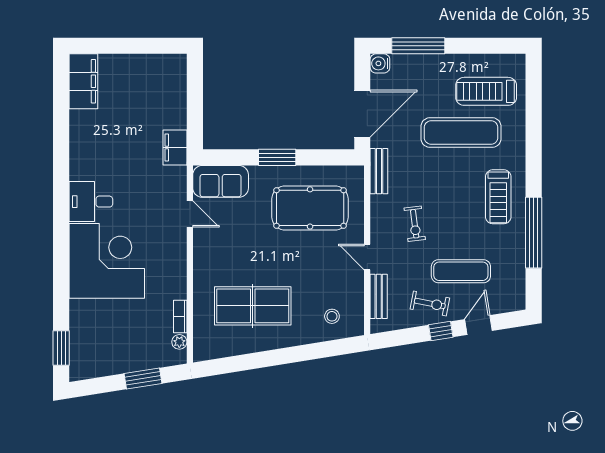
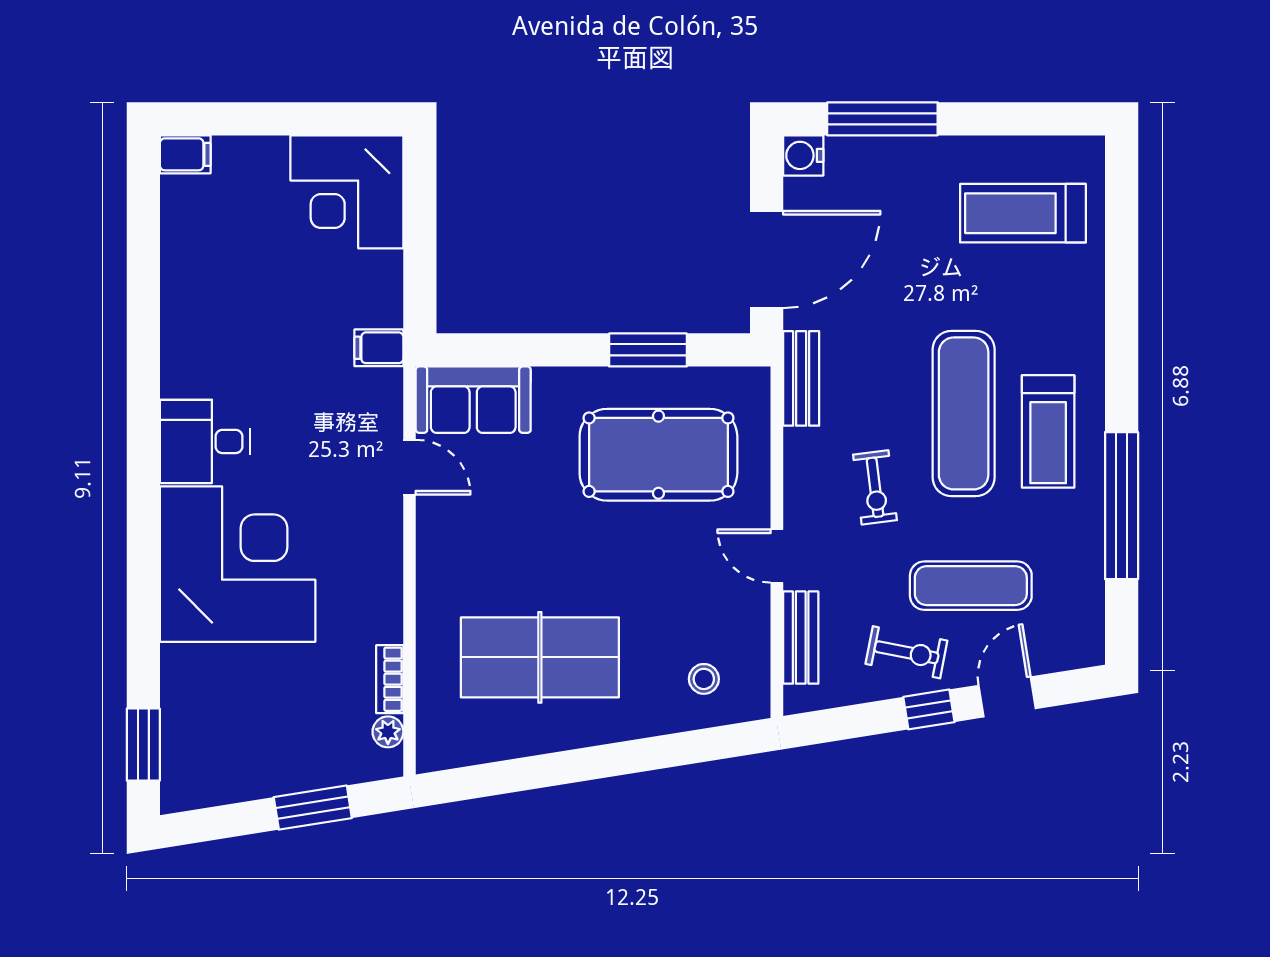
filing cabinet: (83, 81) -> (185, 154), width x0.33, depth x0.86
corner desk: (160, 81) -> (347, 192), added
exercise mat: (461, 133) -> (964, 413), moved, turned 90
filing cabinet: (175, 148) -> (379, 348), width x0.50
window: (277, 157) -> (648, 350), moved

